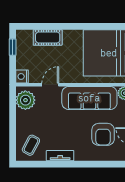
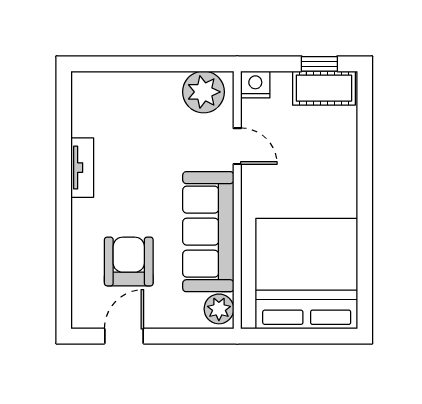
cot: (48, 37) -> (324, 88), moved, turned 90
armchair: (103, 134) -> (129, 262), turned 90
coffee table: (31, 145) -> (105, 104), removed

